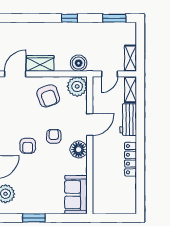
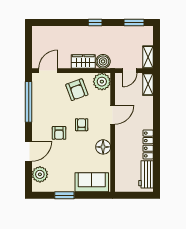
wardrobe: (40, 63) -> (83, 62), moved
workbench: (128, 120) -> (146, 174), moved
floor lamp: (79, 150) -> (103, 147), moved
sofa: (76, 195) -> (92, 182), moved, turned 90

